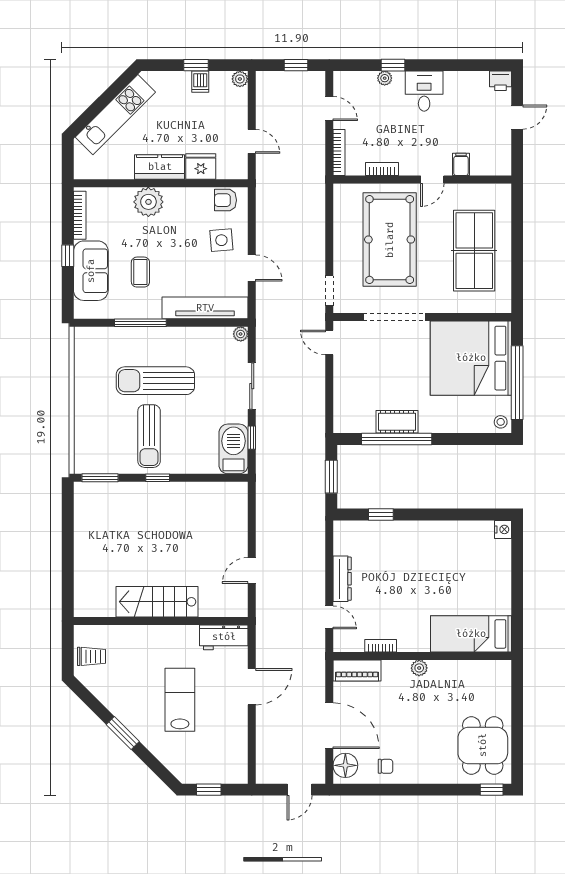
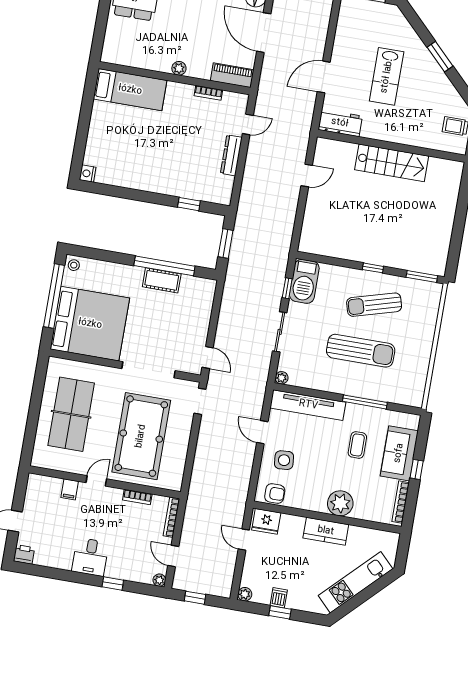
plant: (385, 78) -> (159, 580), moved
fridge: (201, 167) -> (266, 521), moved
sun lounger: (149, 436) -> (374, 305), turned -106
door: (329, 617) -> (248, 124), swing flipped

